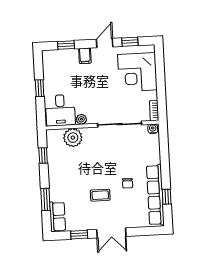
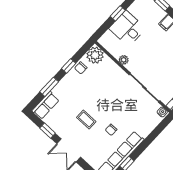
desk: (60, 110) -> (127, 28), moved, turned 90
plant: (73, 138) -> (95, 55), moved
window: (43, 155) -> (69, 66), moved
chair: (55, 160) -> (81, 68), added

